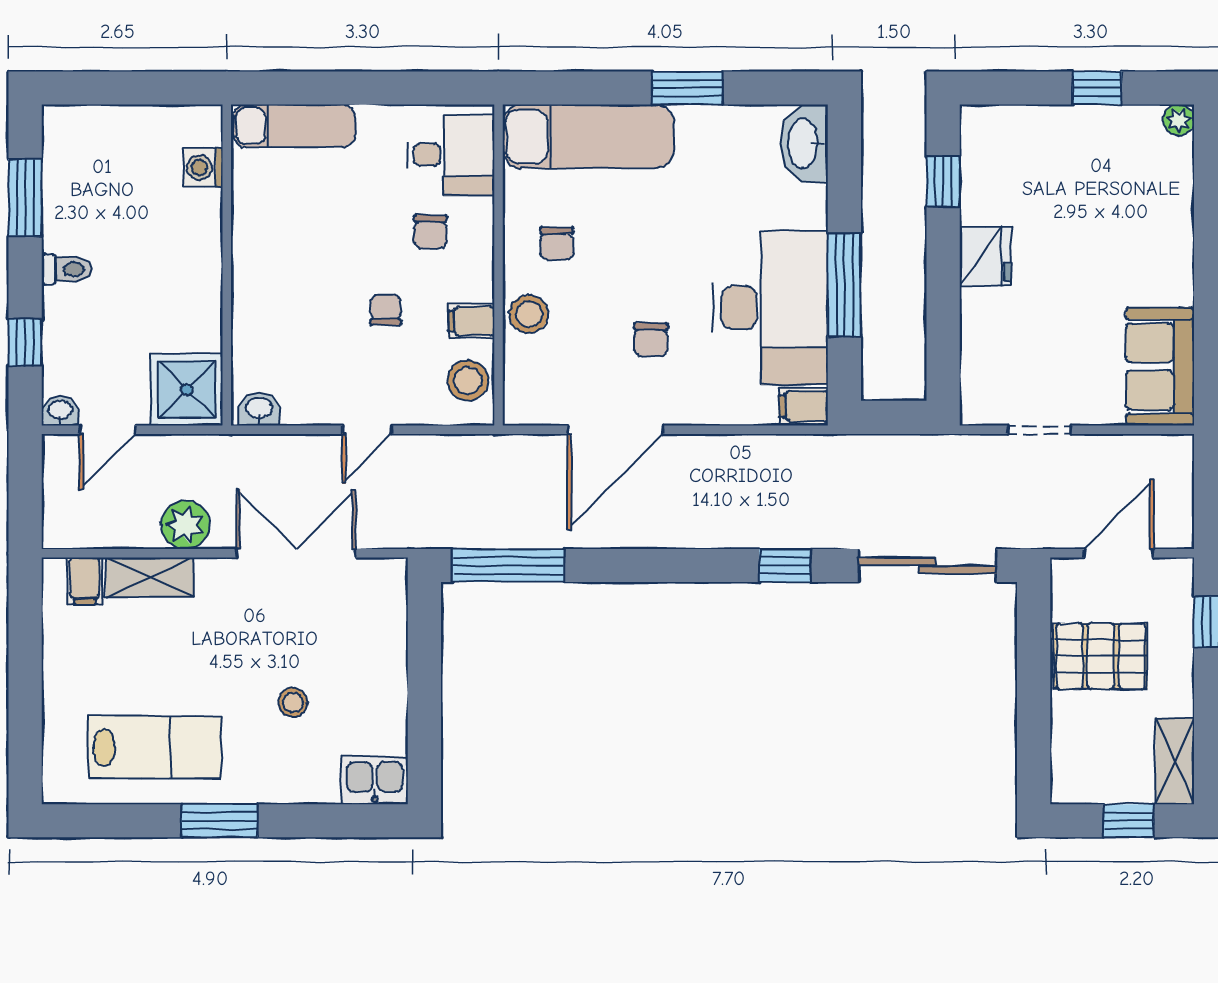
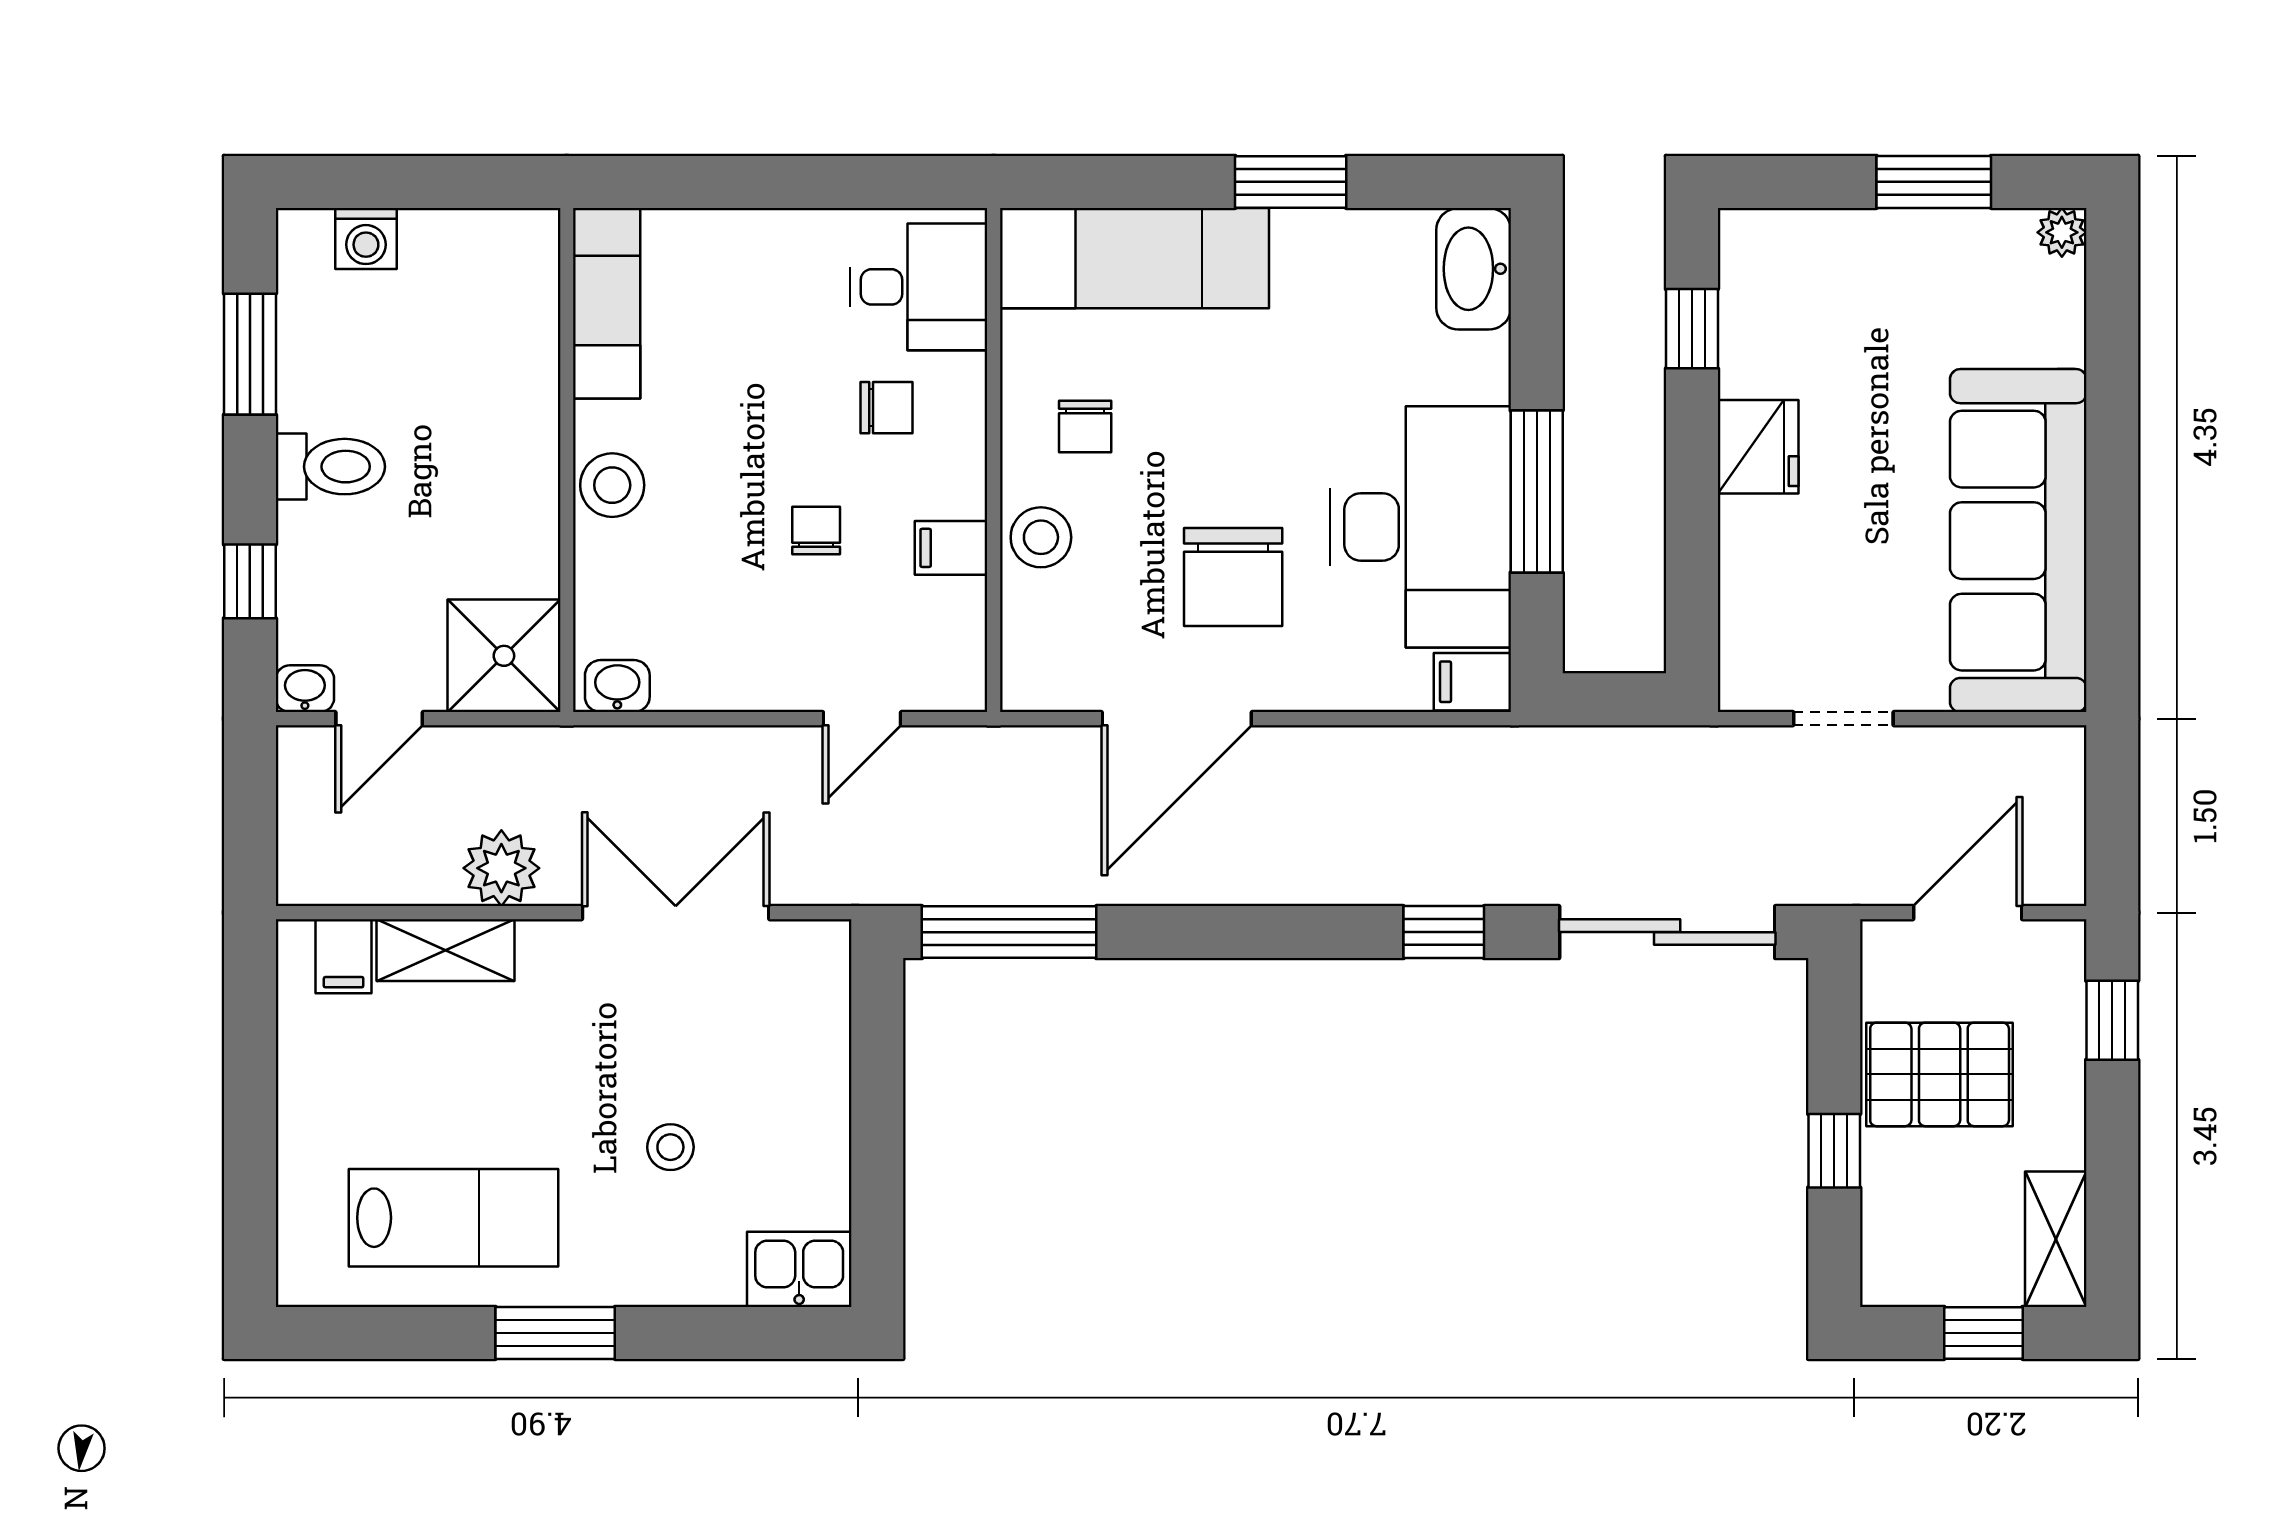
window: (1097, 88) -> (1934, 182), width x1.50
exam couch: (294, 126) -> (607, 303), moved, turned -90
washing machine: (203, 167) -> (366, 238), moved, turned -90
chair: (430, 232) -> (887, 408), turned -90
toilet: (67, 269) -> (330, 467), width x1.37, depth x1.39
chair: (651, 340) -> (1233, 577), width x1.87, depth x1.87
sofa: (1160, 367) -> (2018, 541), width x1.85, depth x1.27
stool: (468, 380) -> (612, 485), moved
door: (367, 430) -> (862, 719), moved
window: (1034, 705) -> (1834, 1151), added

